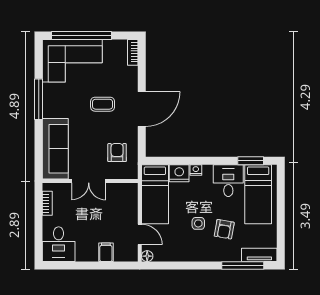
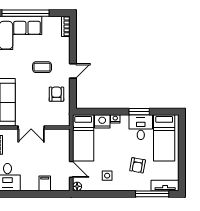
door: (142, 109) -> (73, 71), width x0.53
armchair: (117, 153) -> (56, 94), moved
window: (251, 161) -> (139, 112), moved
side table: (198, 223) -> (107, 176), moved

